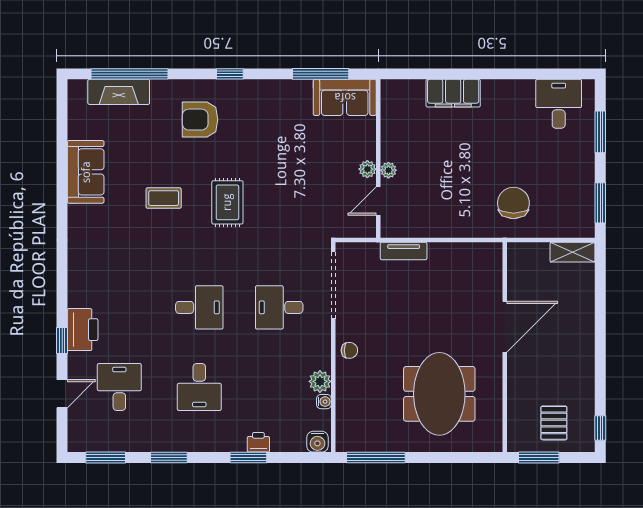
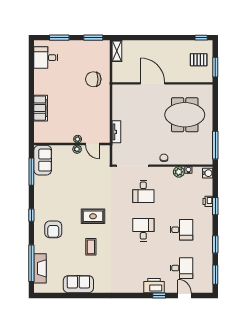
desk: (119, 387) -> (181, 268), turned 180

